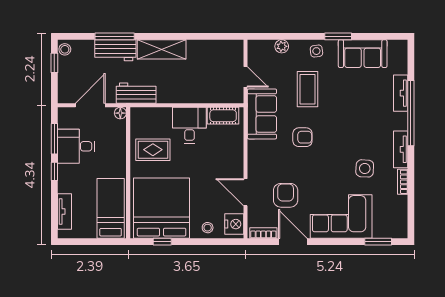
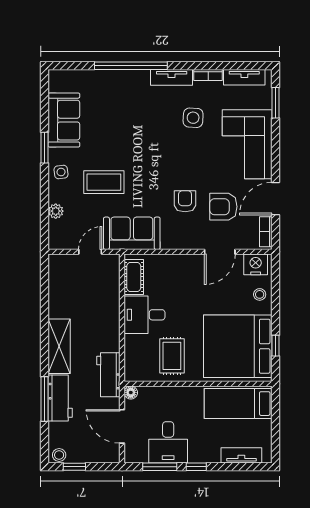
tv unit: (401, 93) -> (244, 77), moved
armchair: (302, 137) -> (185, 201), moved

